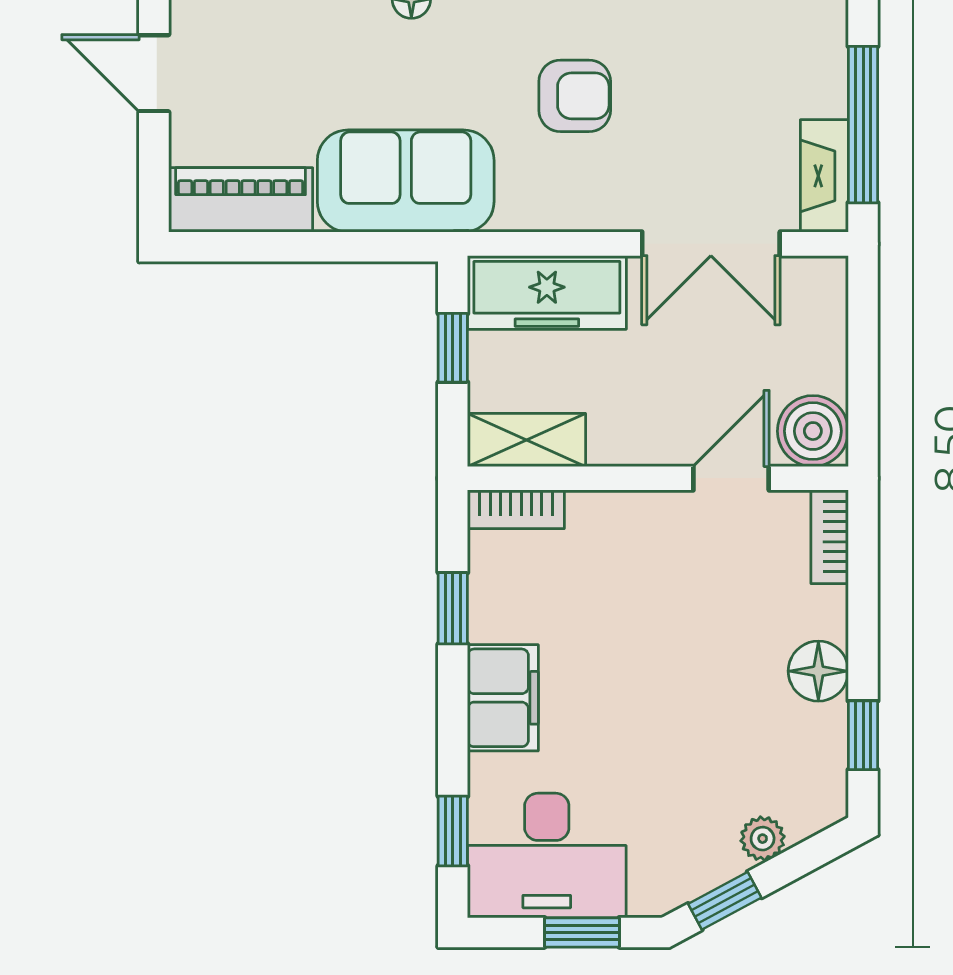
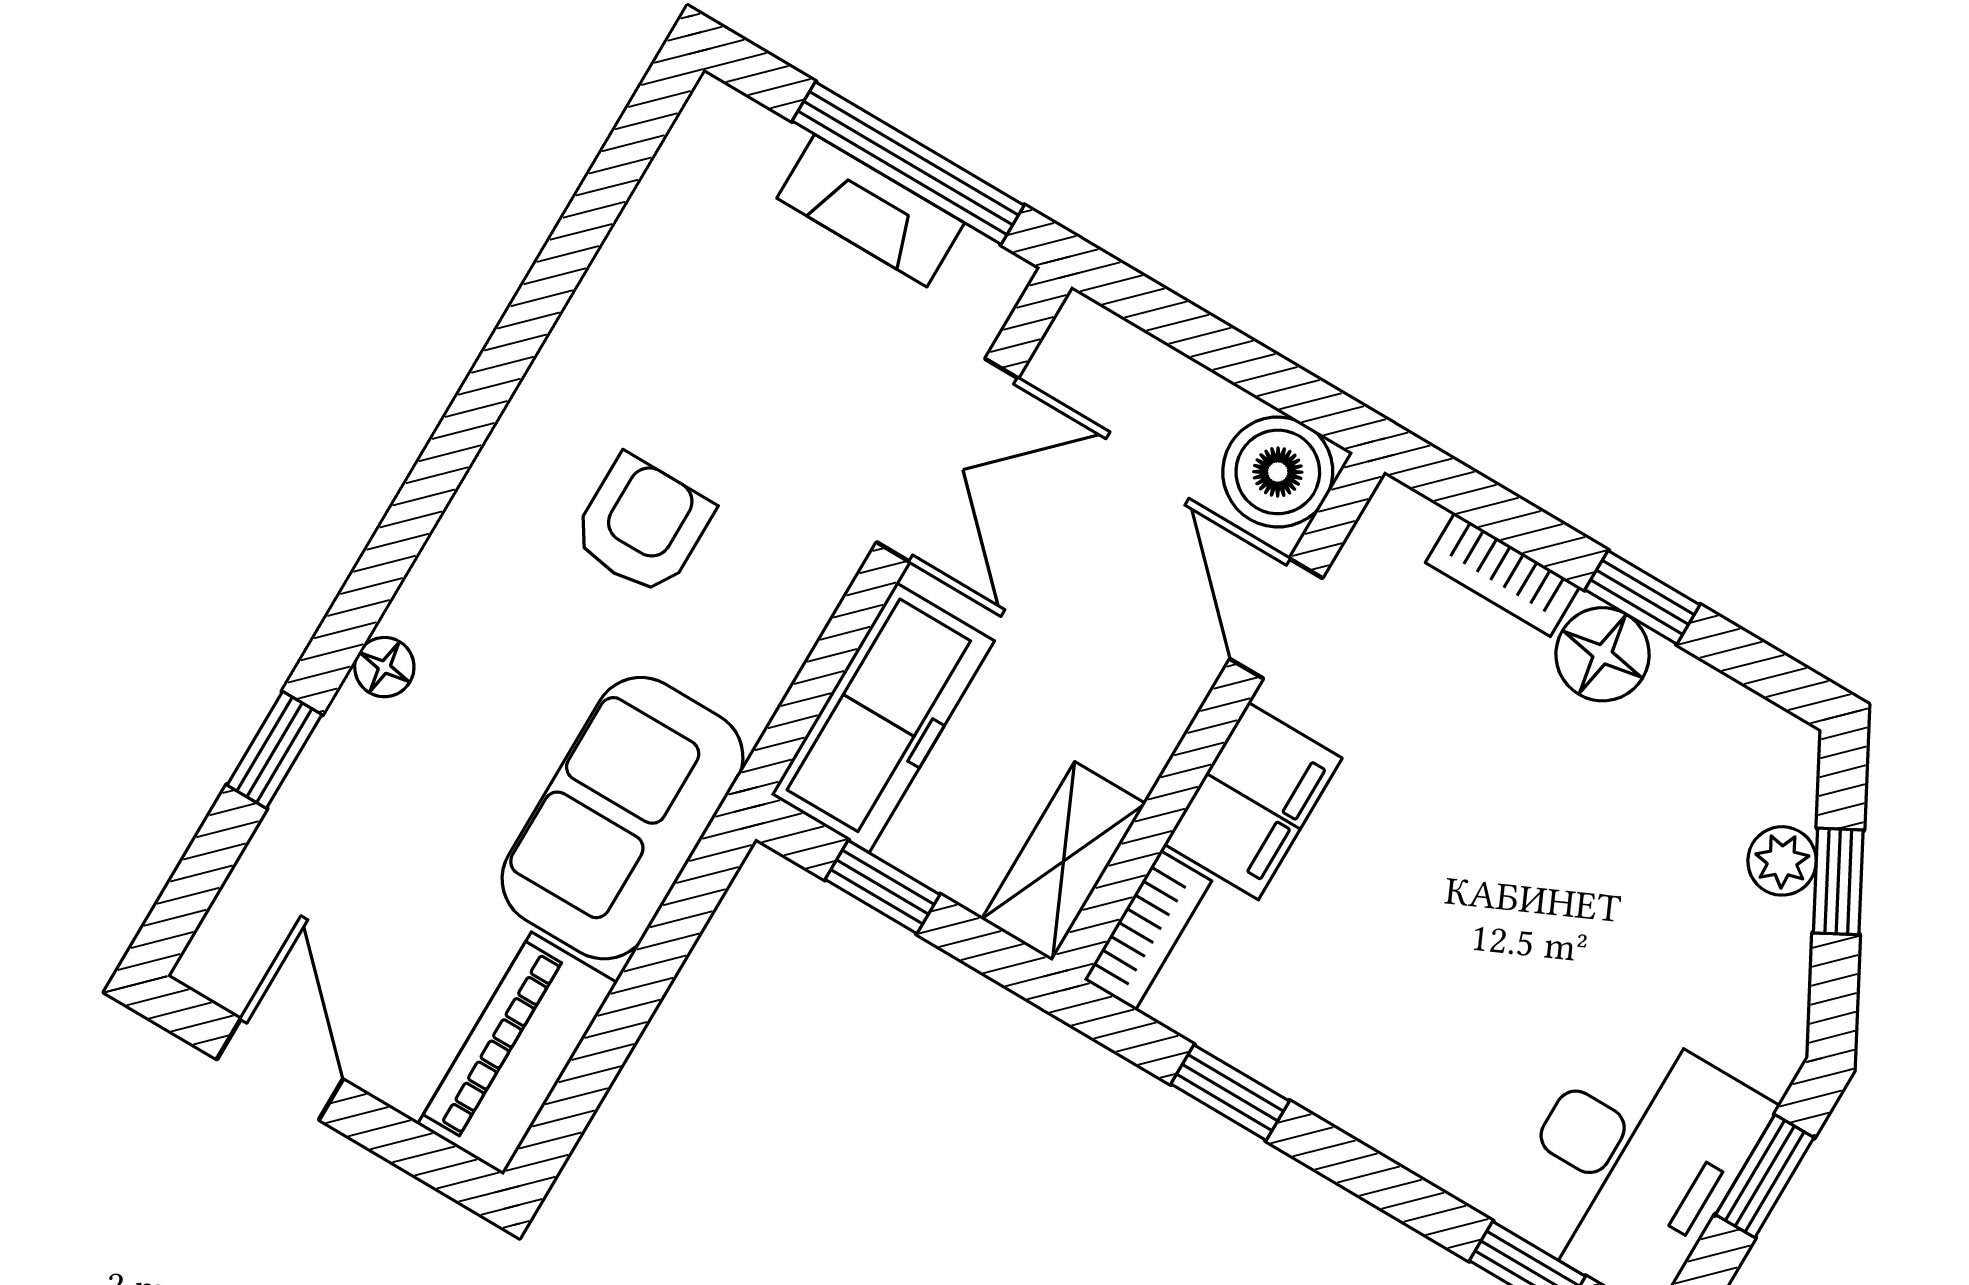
door: (154, 73) -> (280, 1069), swing flipped
fireplace: (824, 176) -> (871, 211), moved
bookcase: (830, 537) -> (1503, 575), moved
filing cabinet: (503, 698) -> (1253, 801), moved, turned 90
window: (863, 735) -> (1642, 597), moved
window: (725, 901) -> (1838, 881), moved

